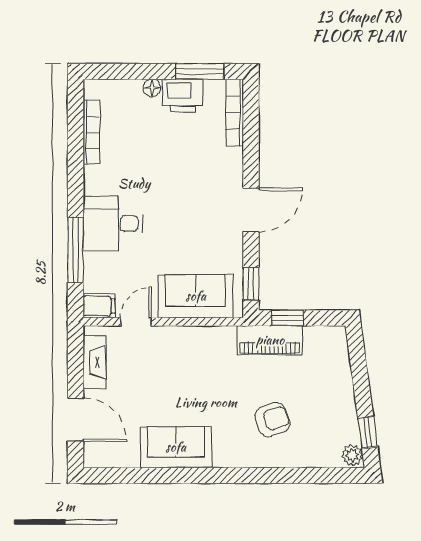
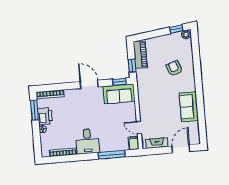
desk: (113, 224) -> (88, 141), moved
sofa: (196, 296) -> (119, 94), moved, turned -90
piano: (270, 340) -> (140, 55), moved

